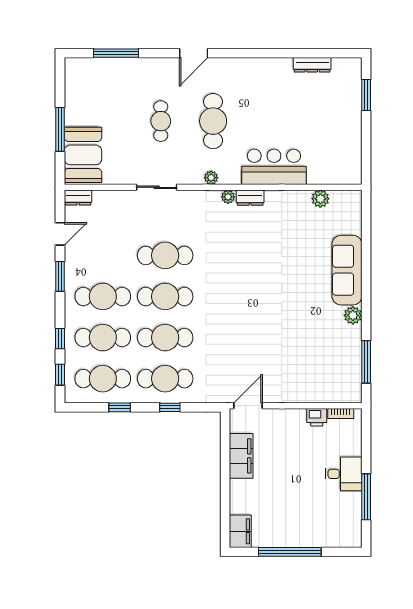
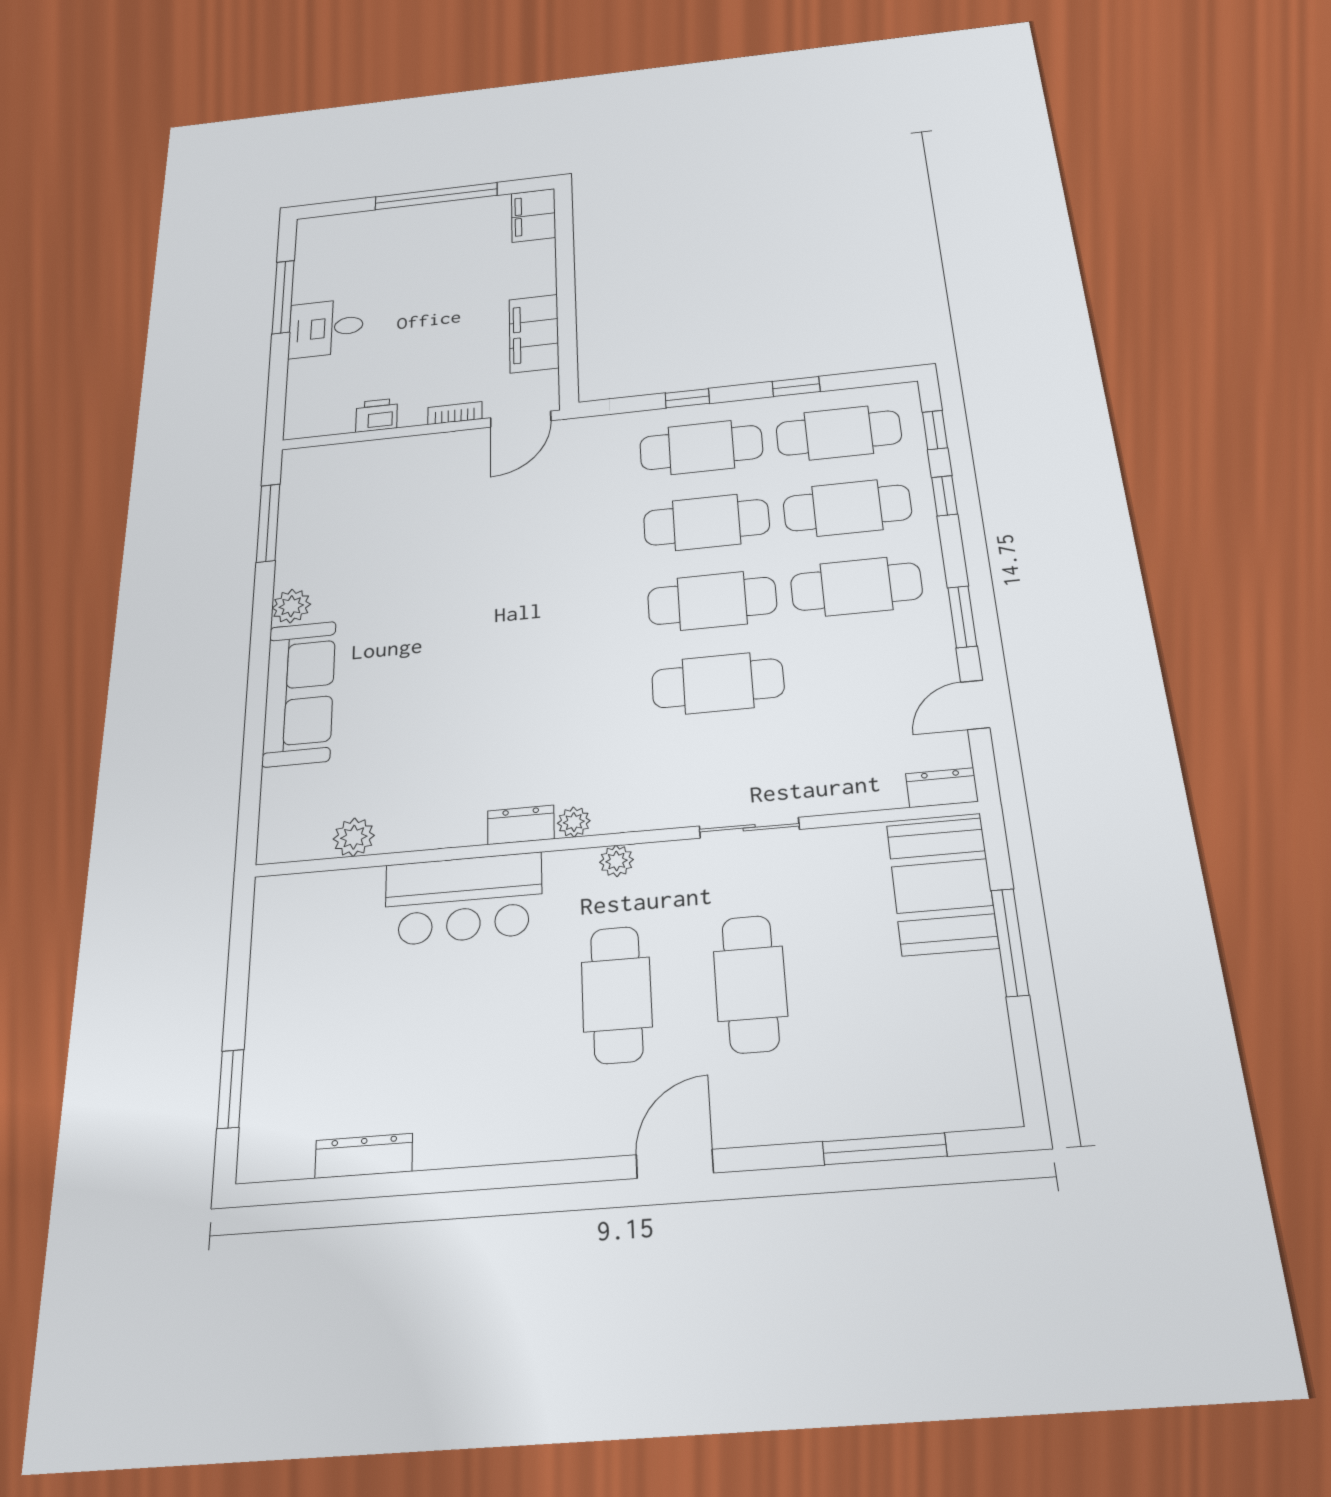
cafe table: (161, 121) -> (750, 984), width x1.37, depth x1.35
bookcase: (341, 413) -> (455, 413), moved

